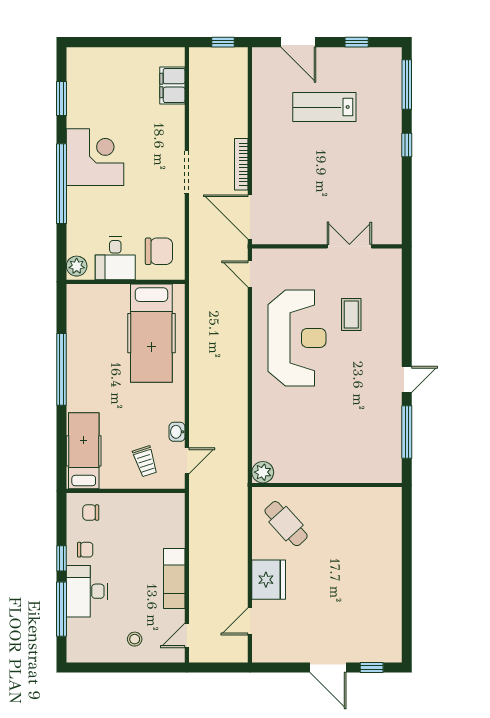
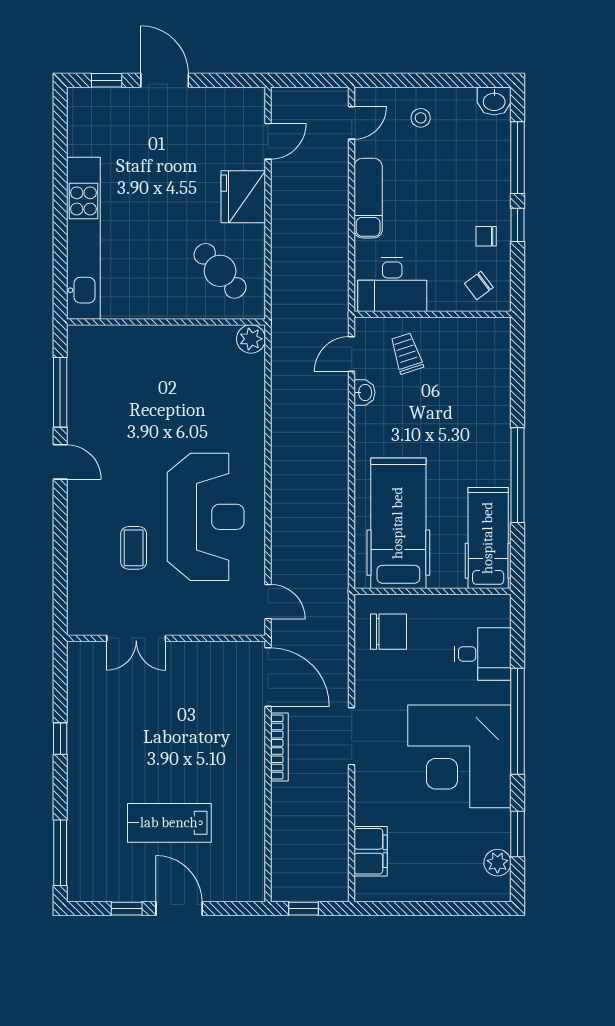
door: (298, 42) -> (179, 909), moved
lab bench: (324, 107) -> (169, 823), turned 180
window: (407, 145) -> (60, 739), moved
corner desk: (95, 157) -> (459, 756), width x1.36, depth x1.36
chair: (159, 251) -> (389, 632), turned 180
desk: (115, 258) -> (482, 654), moved, turned 90
plant: (77, 266) -> (497, 863), moved
reception desk: (297, 338) -> (206, 517), turned 180
door: (407, 379) -> (60, 462), swing flipped
hospital bed: (84, 451) -> (488, 538), moved, turned 180
chair: (91, 513) -> (479, 286), turned 143
kitchen unit: (389, 548) -> (83, 238), added
desk: (87, 591) -> (392, 285), moved, turned 90
washbasin: (79, 652) -> (494, 101), added

